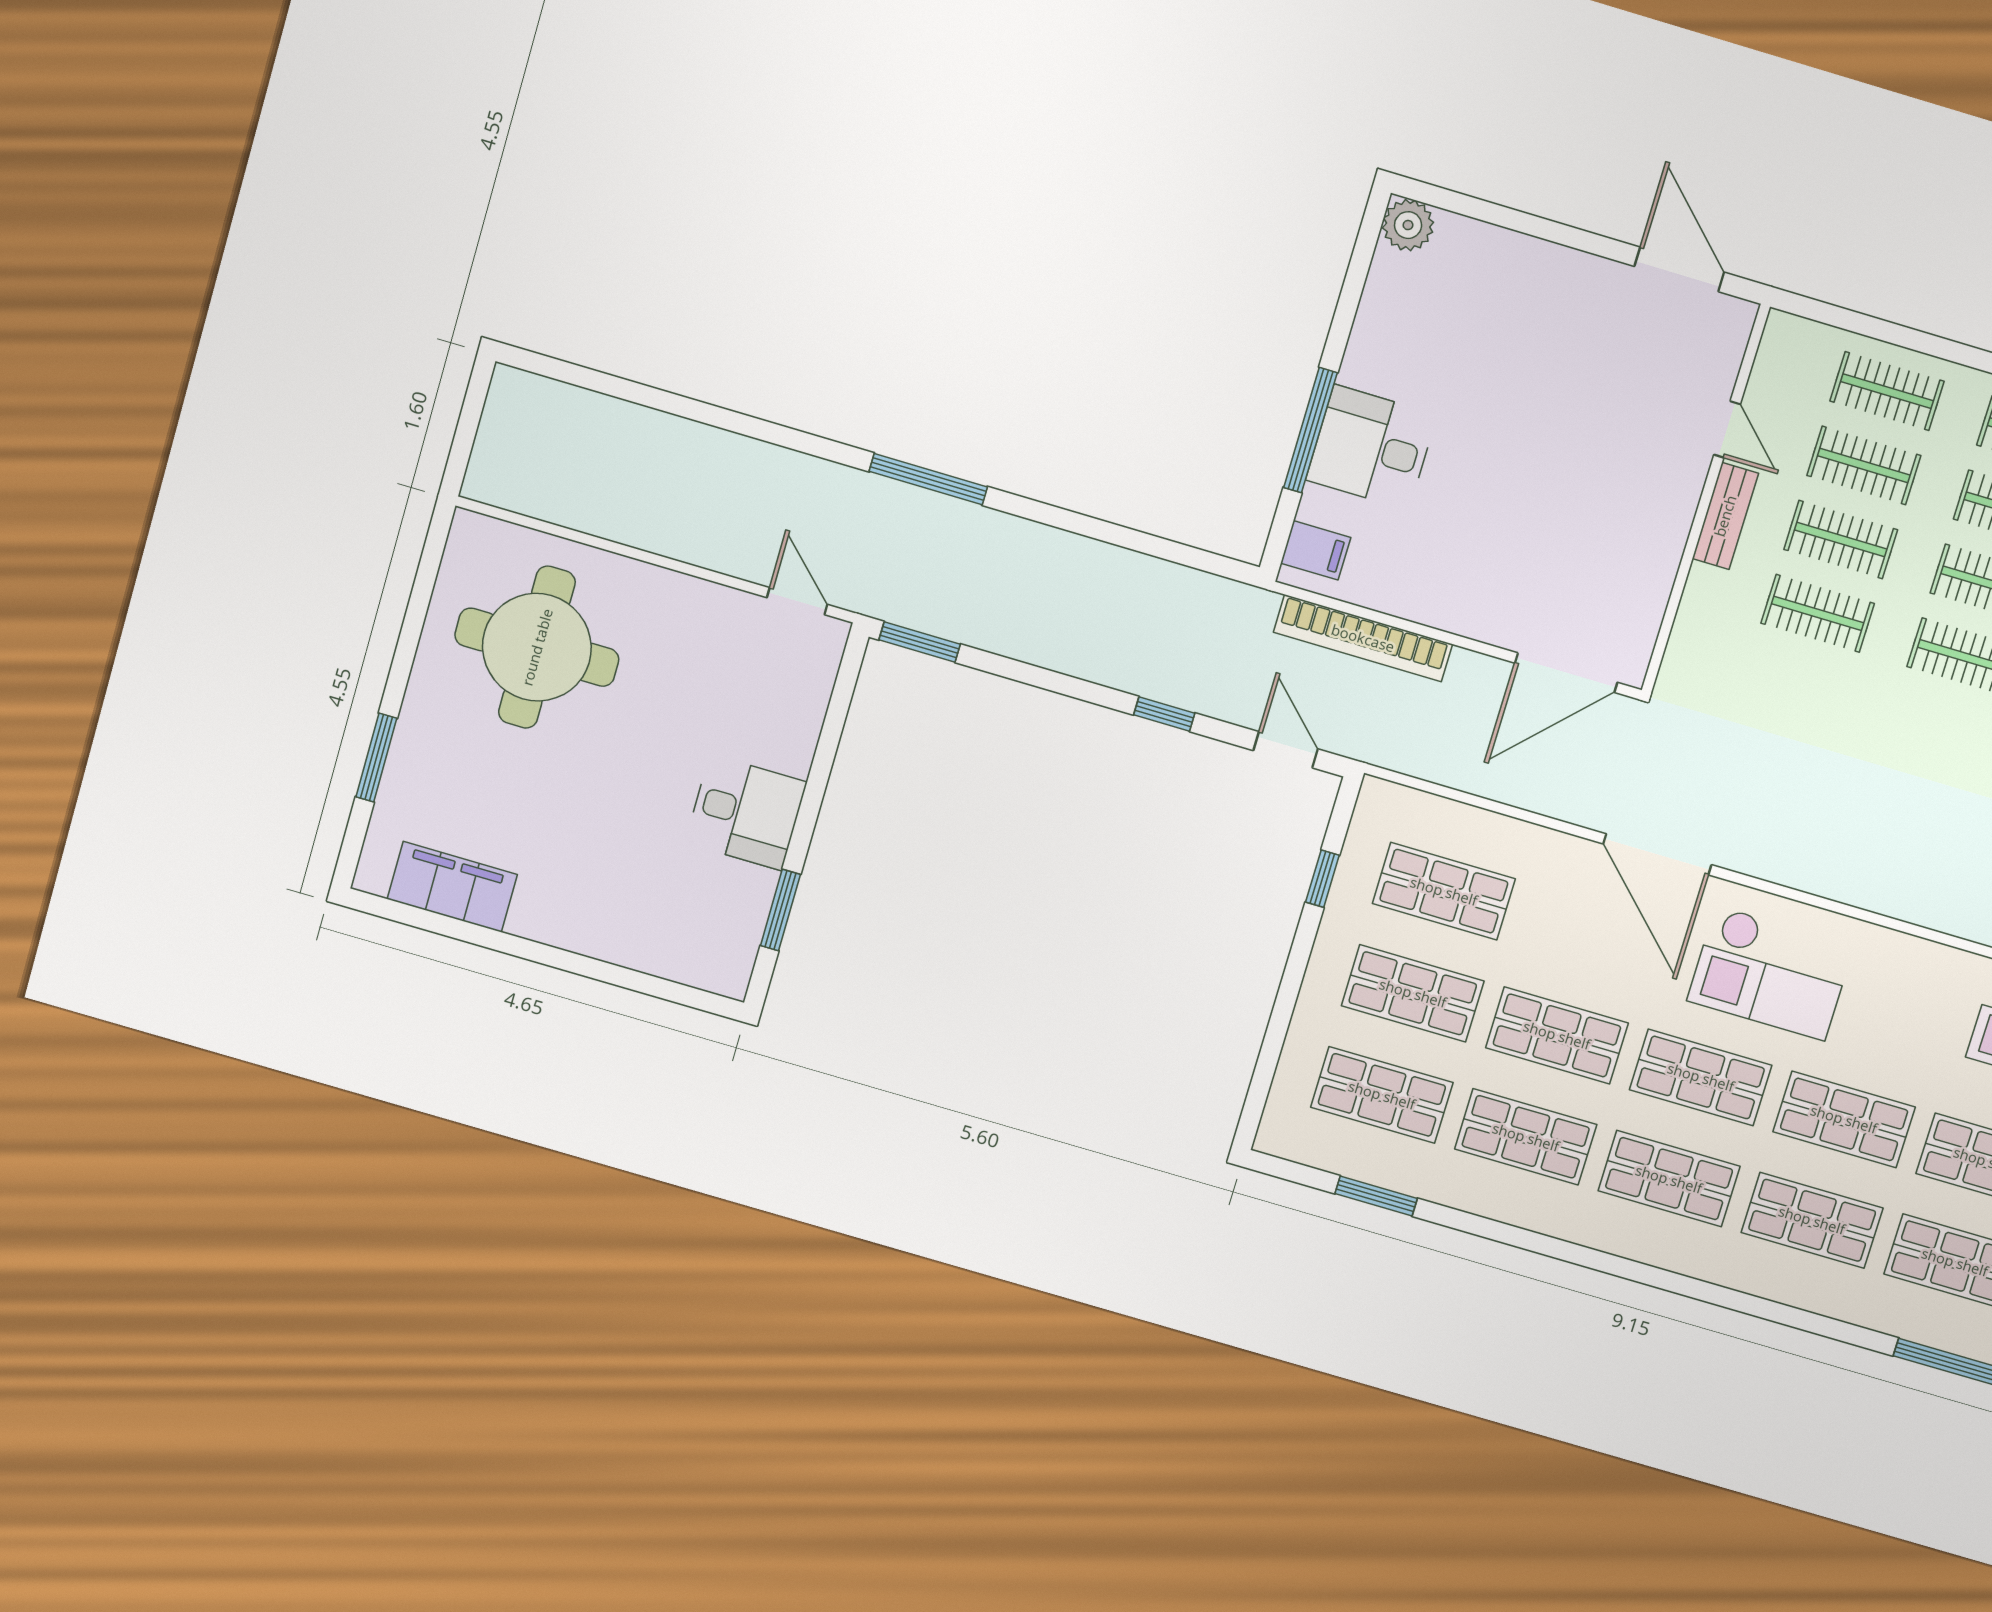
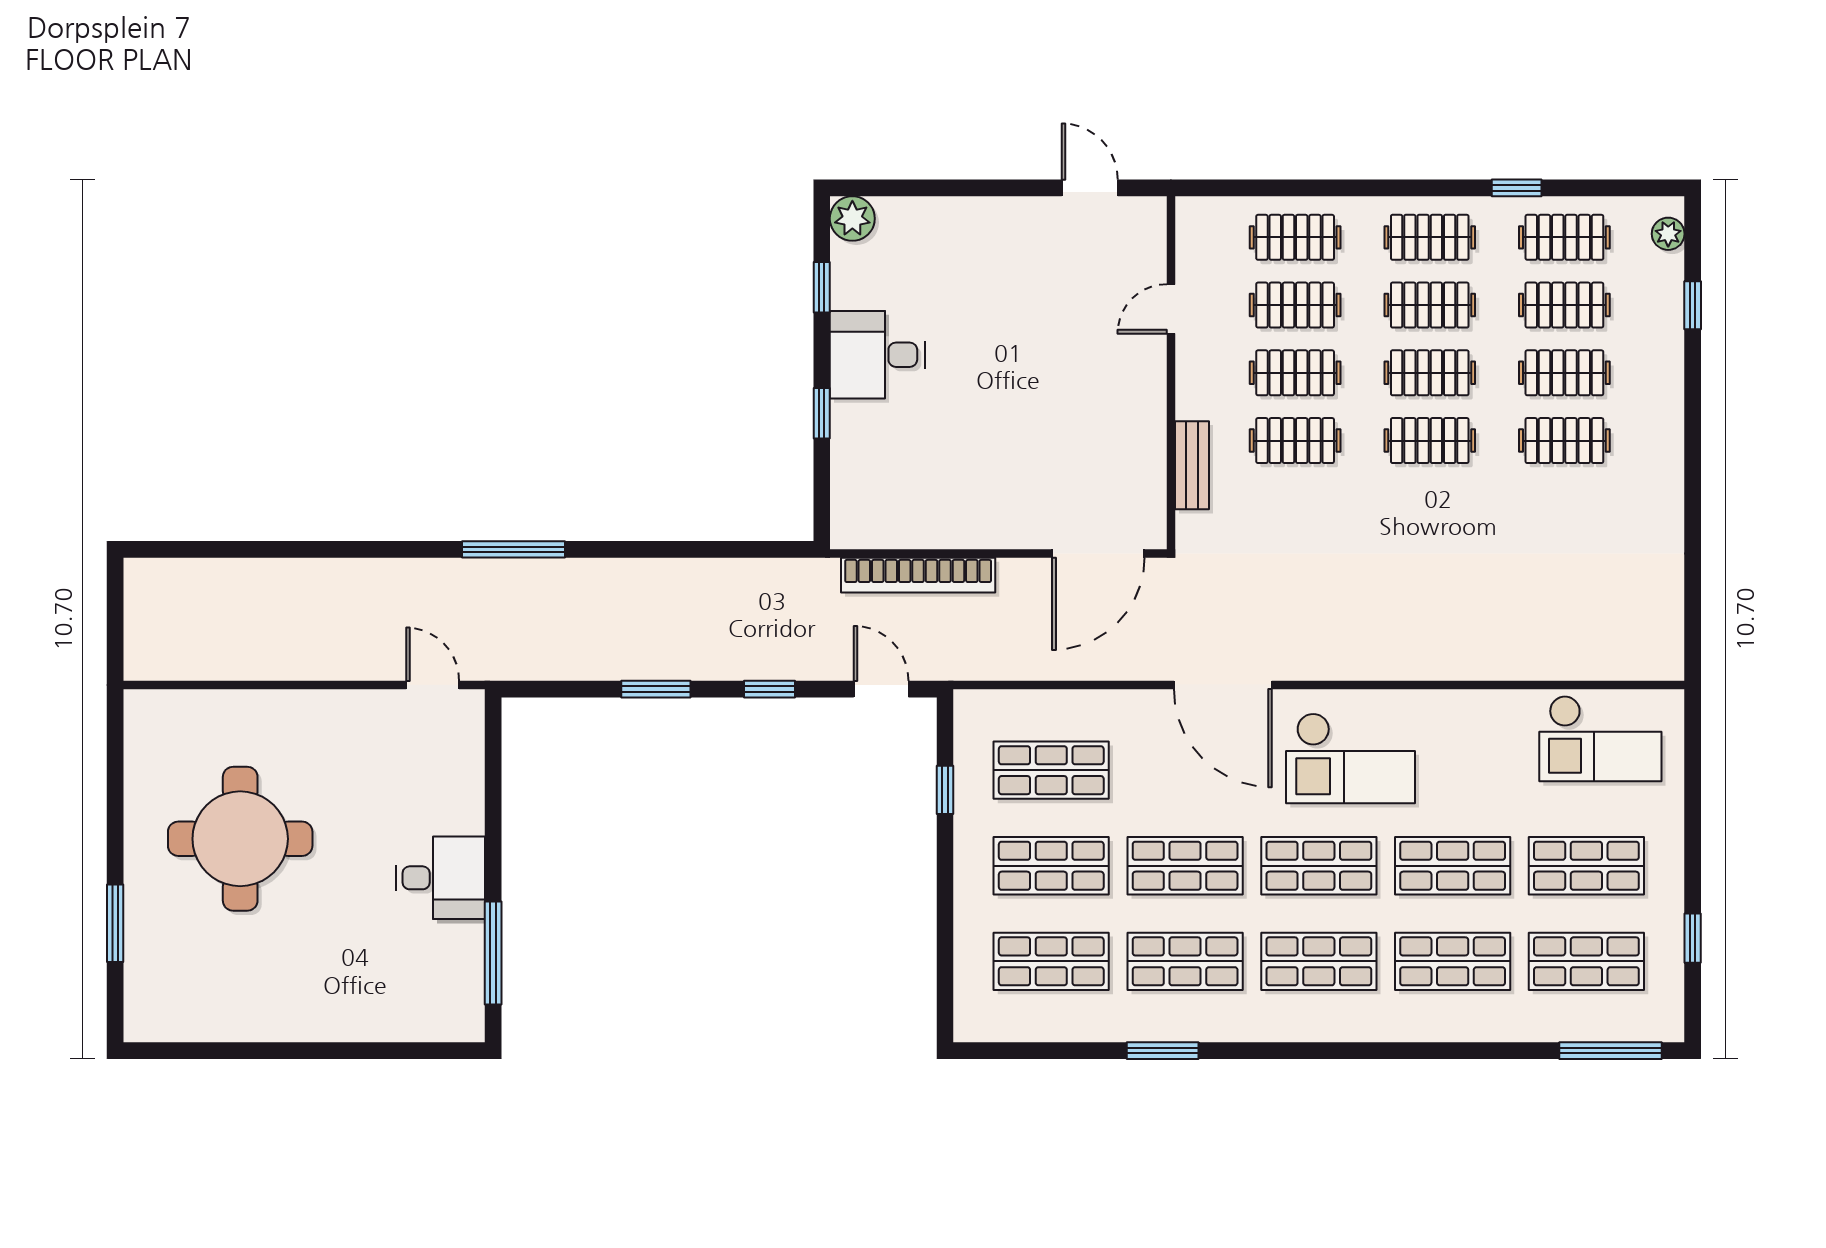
door: (1679, 269) -> (1090, 188), width x0.73
window: (1352, 291) -> (822, 287), added
door: (1727, 429) -> (1171, 309), swing flipped
window: (1310, 430) -> (822, 413), width x0.46
desk: (1372, 447) -> (877, 355), moved
bench: (1725, 516) -> (1192, 465), moved
filing cabinet: (1316, 550) -> (856, 513), removed
window: (920, 642) -> (656, 689), moved
round table: (537, 647) -> (240, 839), moved
filing cabinet: (452, 887) -> (210, 1015), removed
window: (780, 910) -> (493, 953), width x1.44
window: (1376, 1196) -> (1163, 1051), moved

